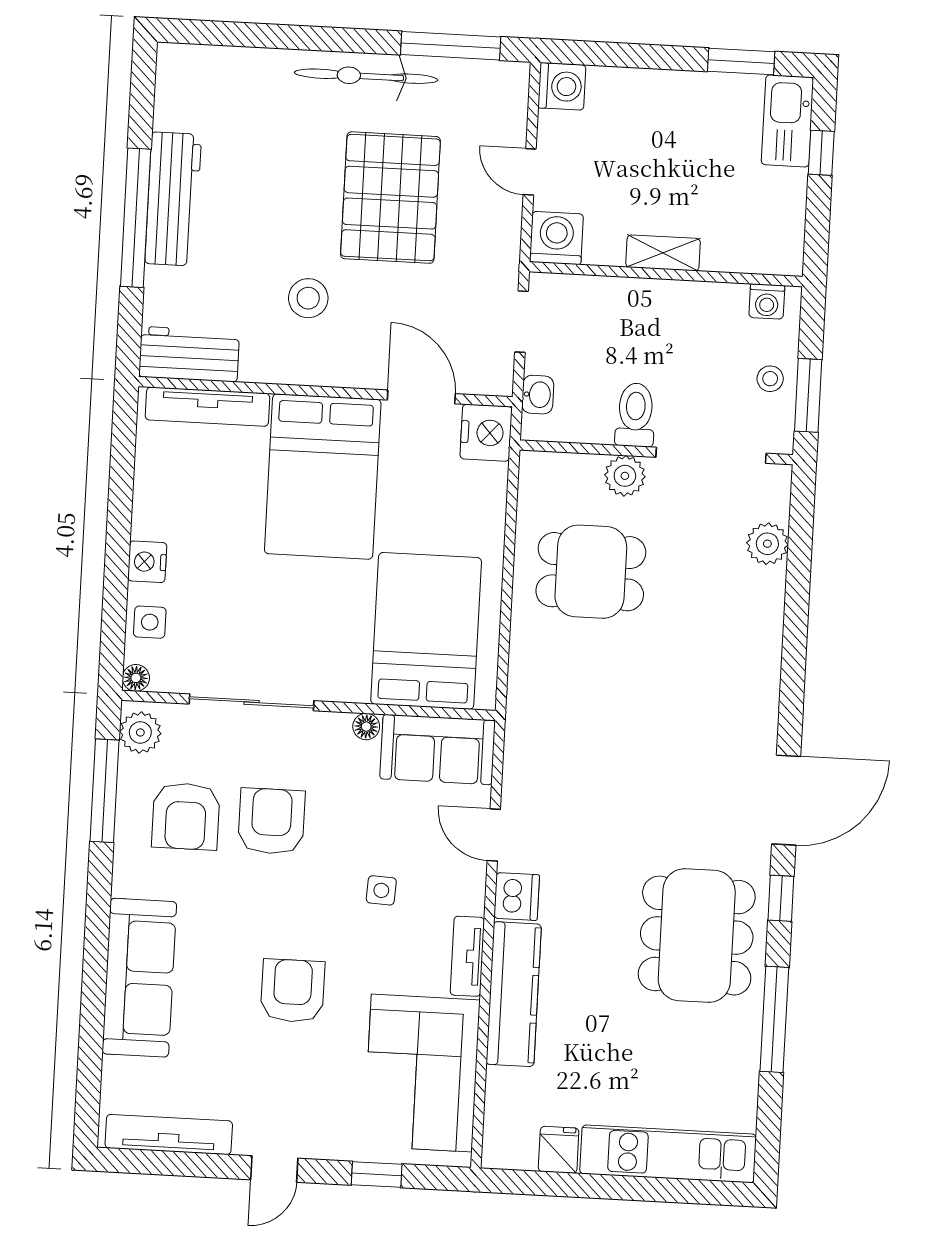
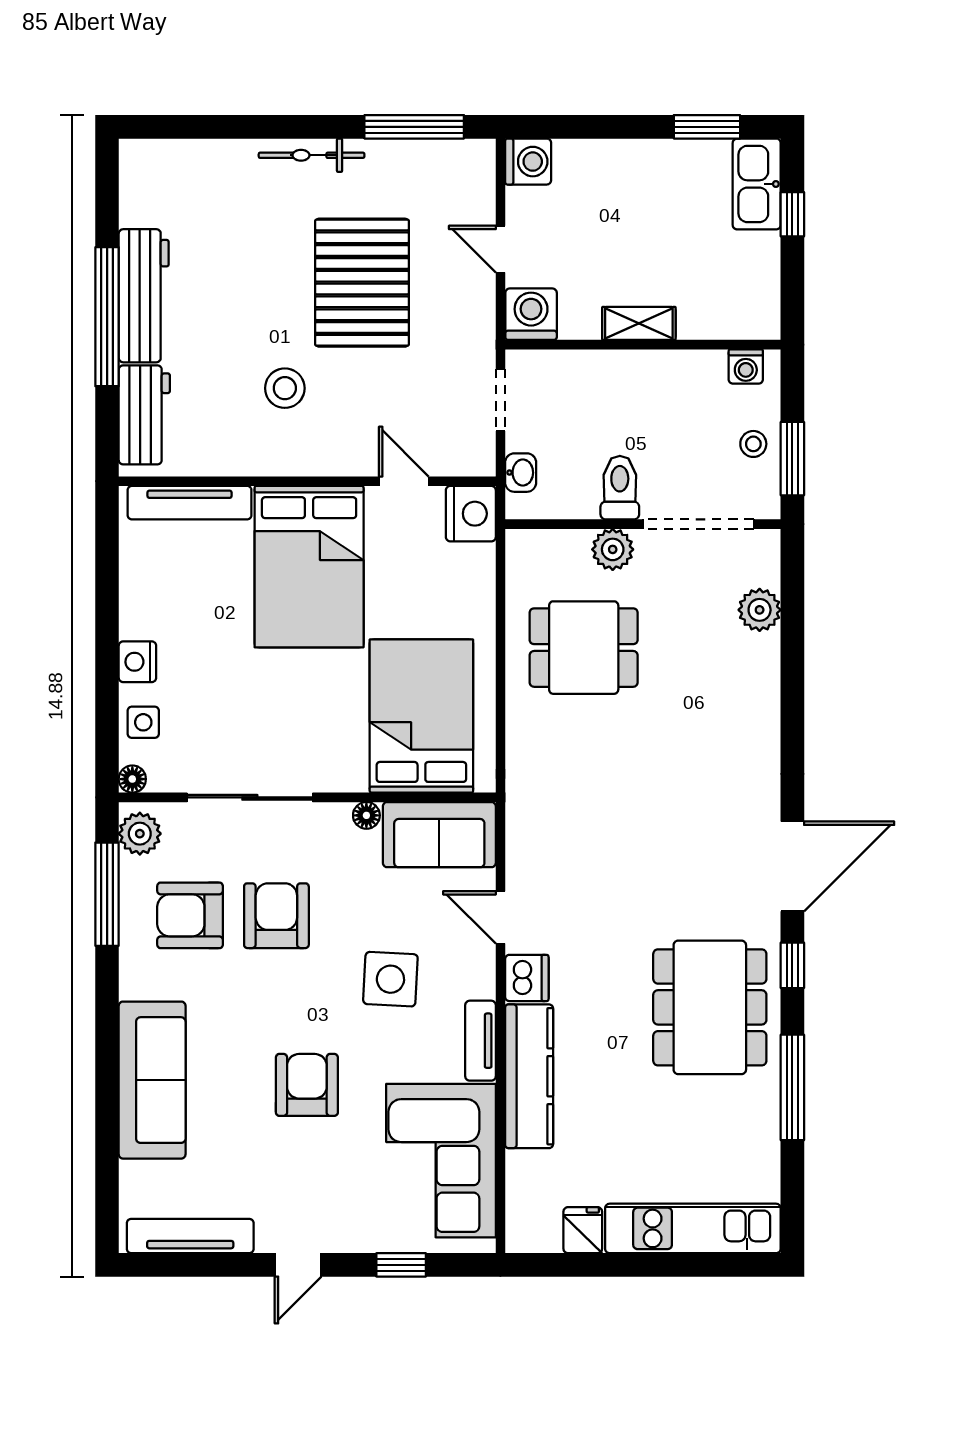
bicycle: (366, 76) -> (312, 155), width x0.73, depth x0.71
workbench: (189, 354) -> (144, 415), moved, turned 90
door: (421, 397) -> (404, 481), width x0.73
armchair: (186, 816) -> (190, 915), turned 90
side table: (381, 890) -> (390, 979), width x1.87, depth x1.87

